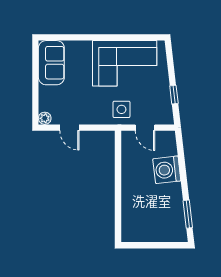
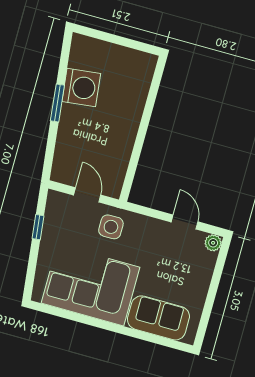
sofa: (51, 63) -> (158, 318), moved, turned 90
washing machine: (167, 170) -> (81, 87), moved
window: (188, 214) -> (57, 103), moved

